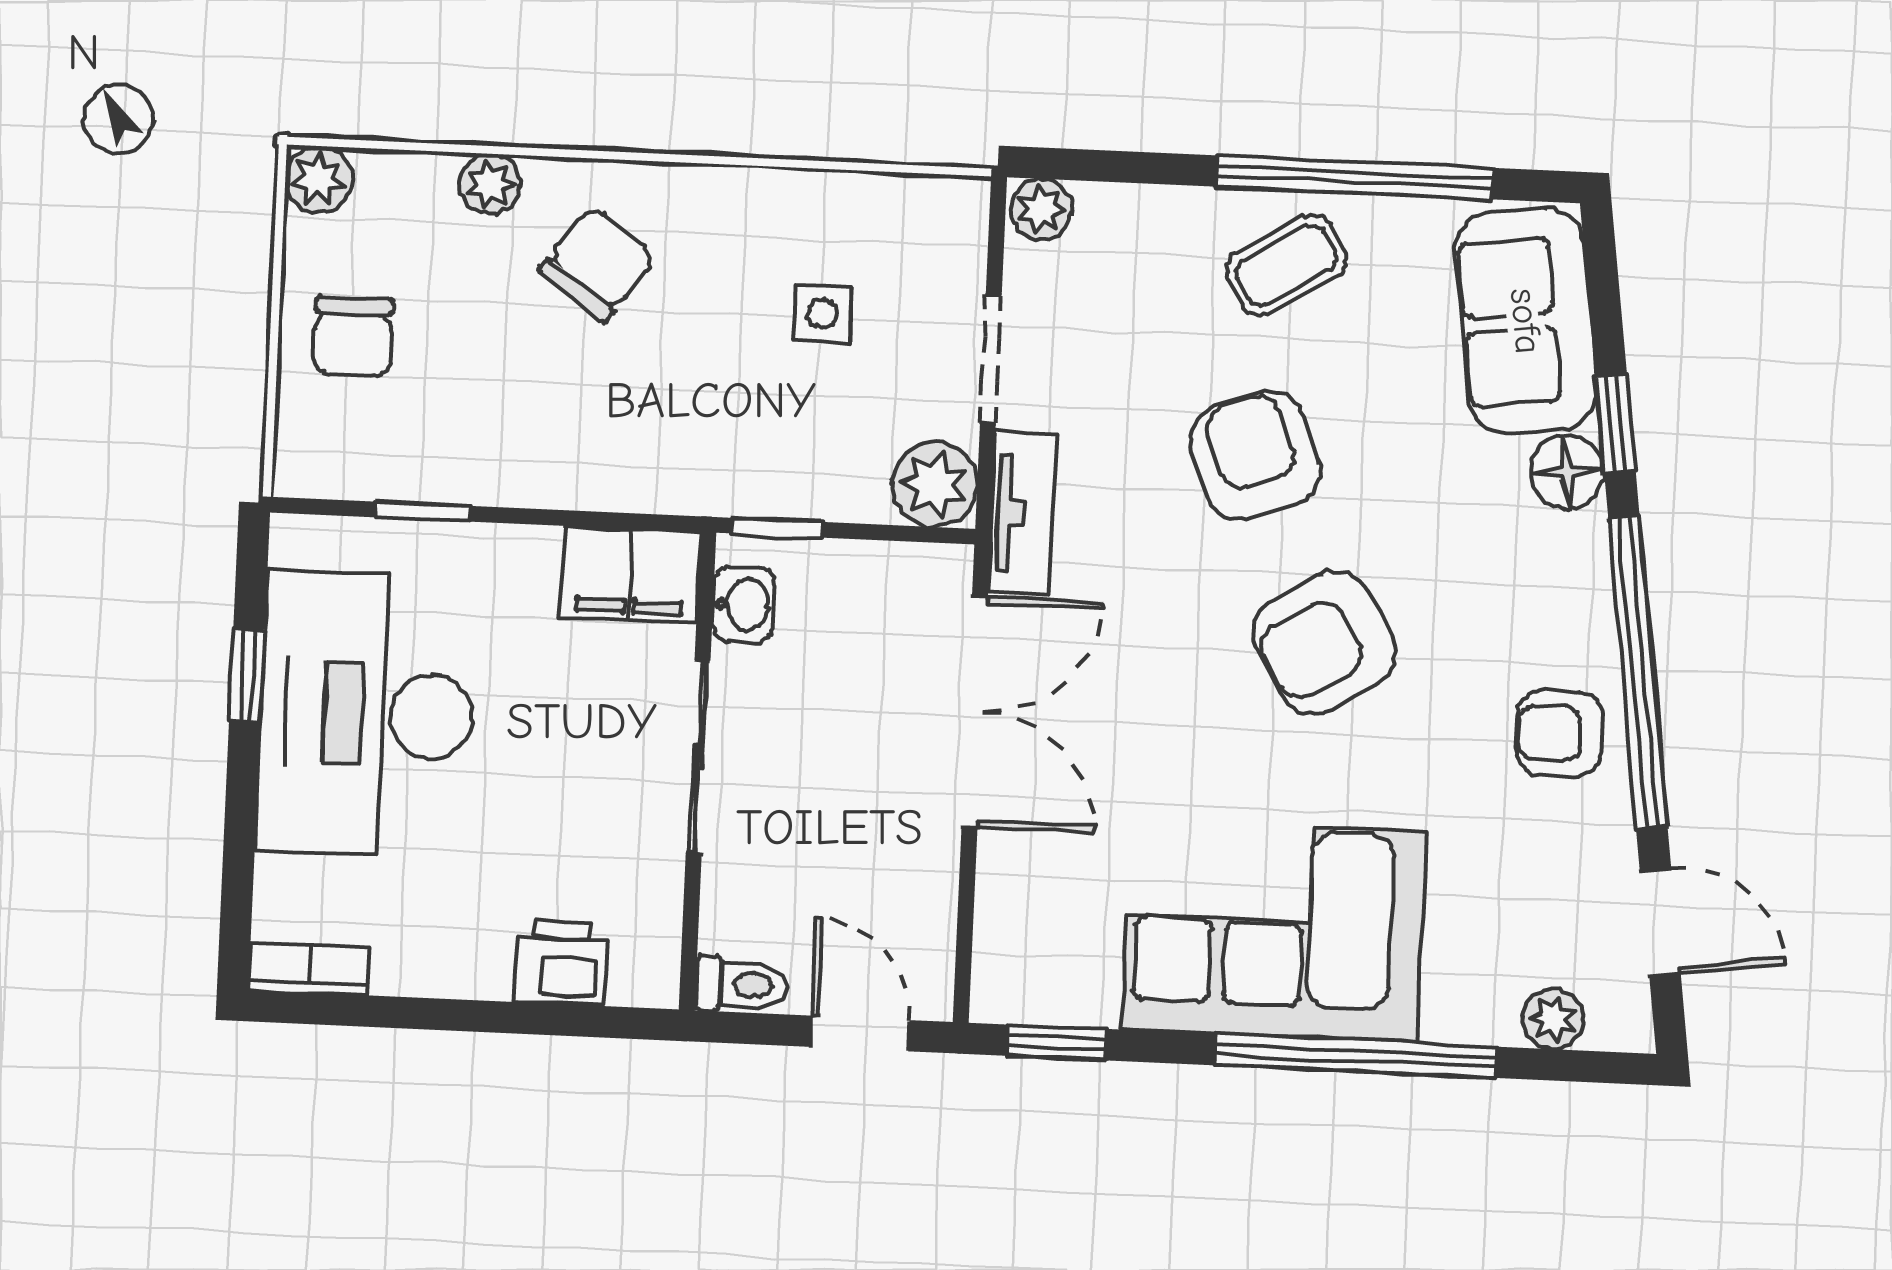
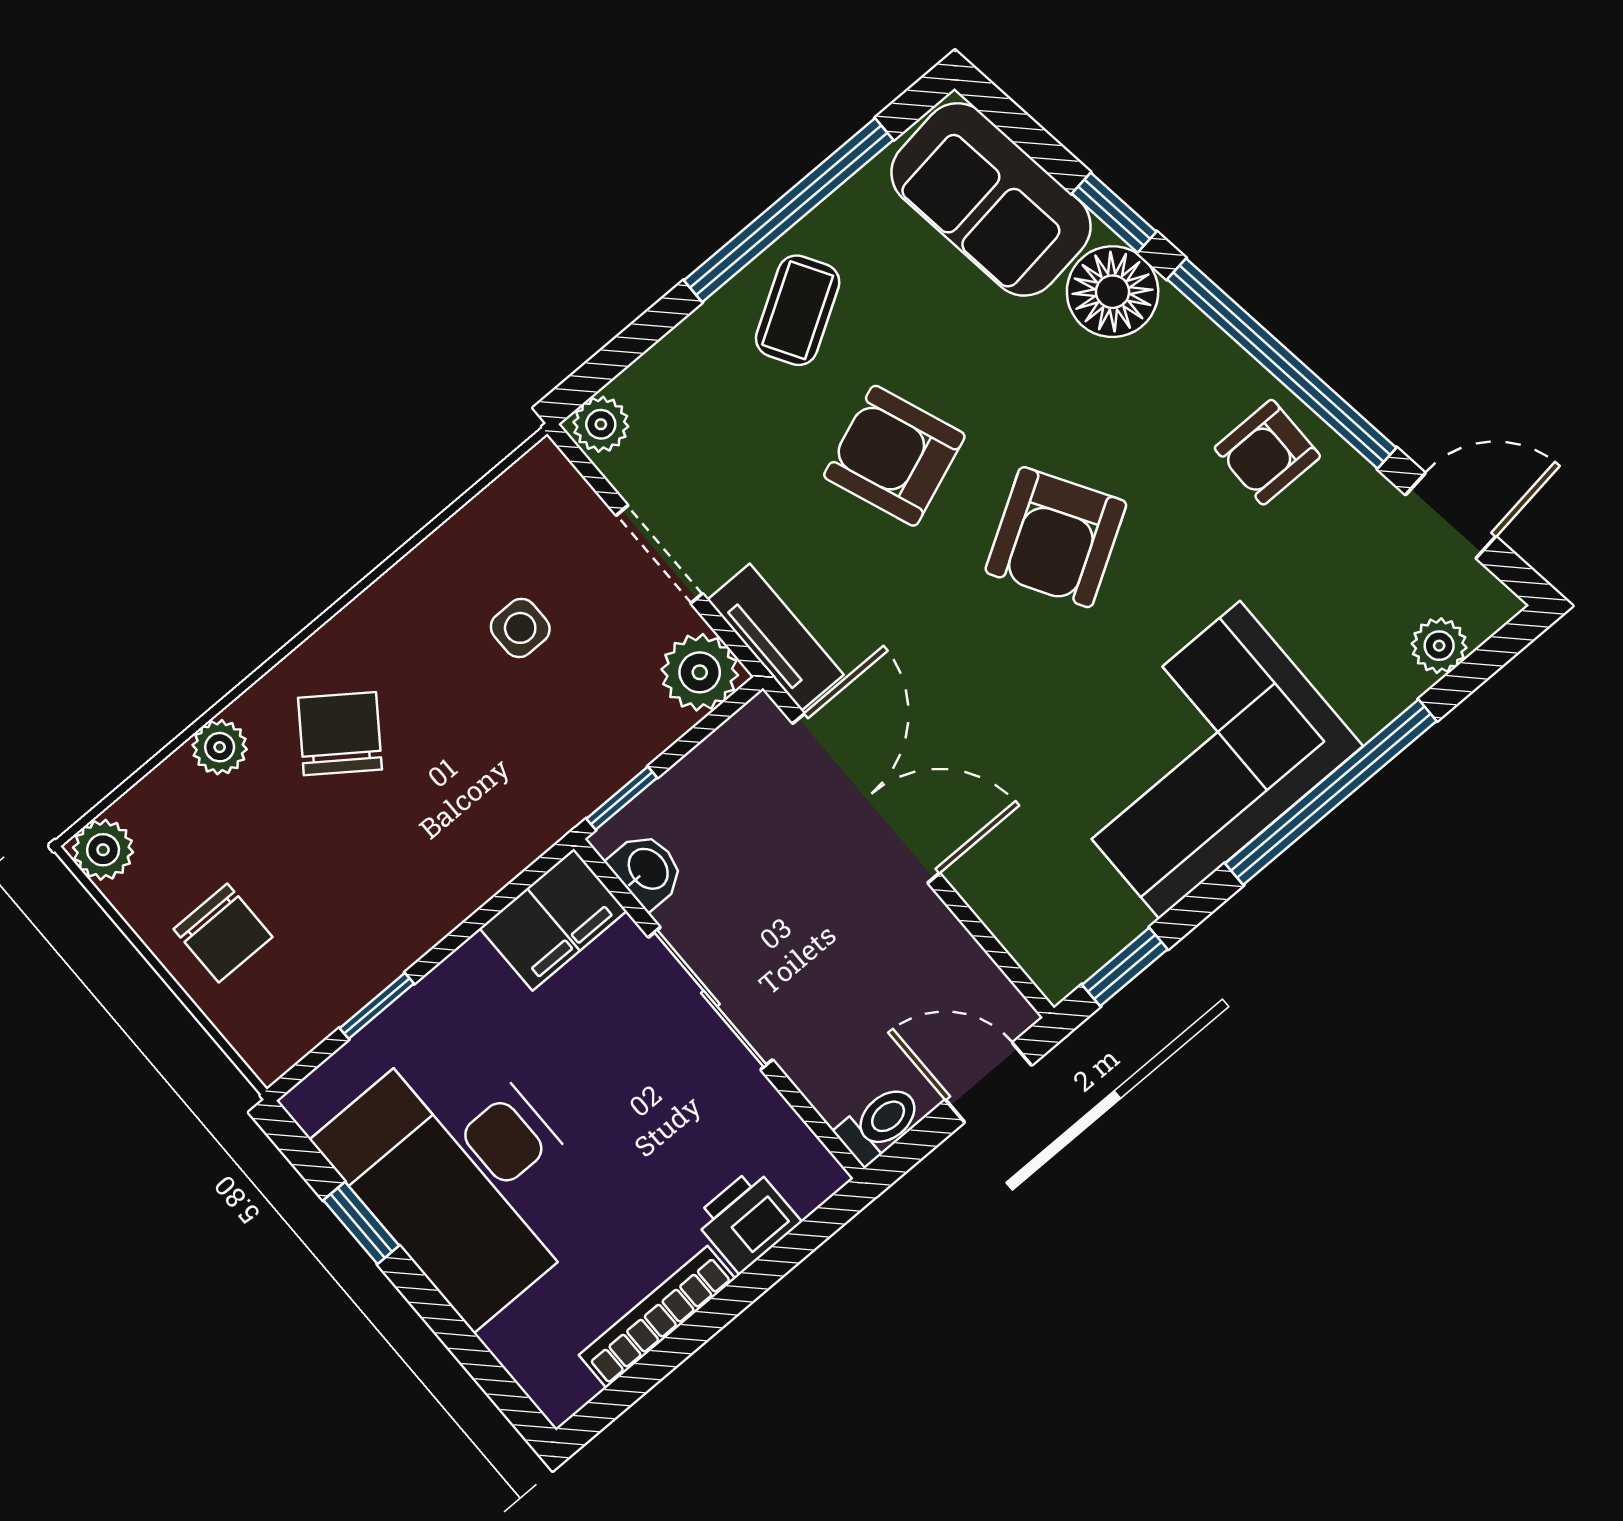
floor lamp: (1567, 472) -> (1113, 292), width x1.38, depth x1.38
bookcase: (309, 969) -> (657, 1317), moved, width x1.56

